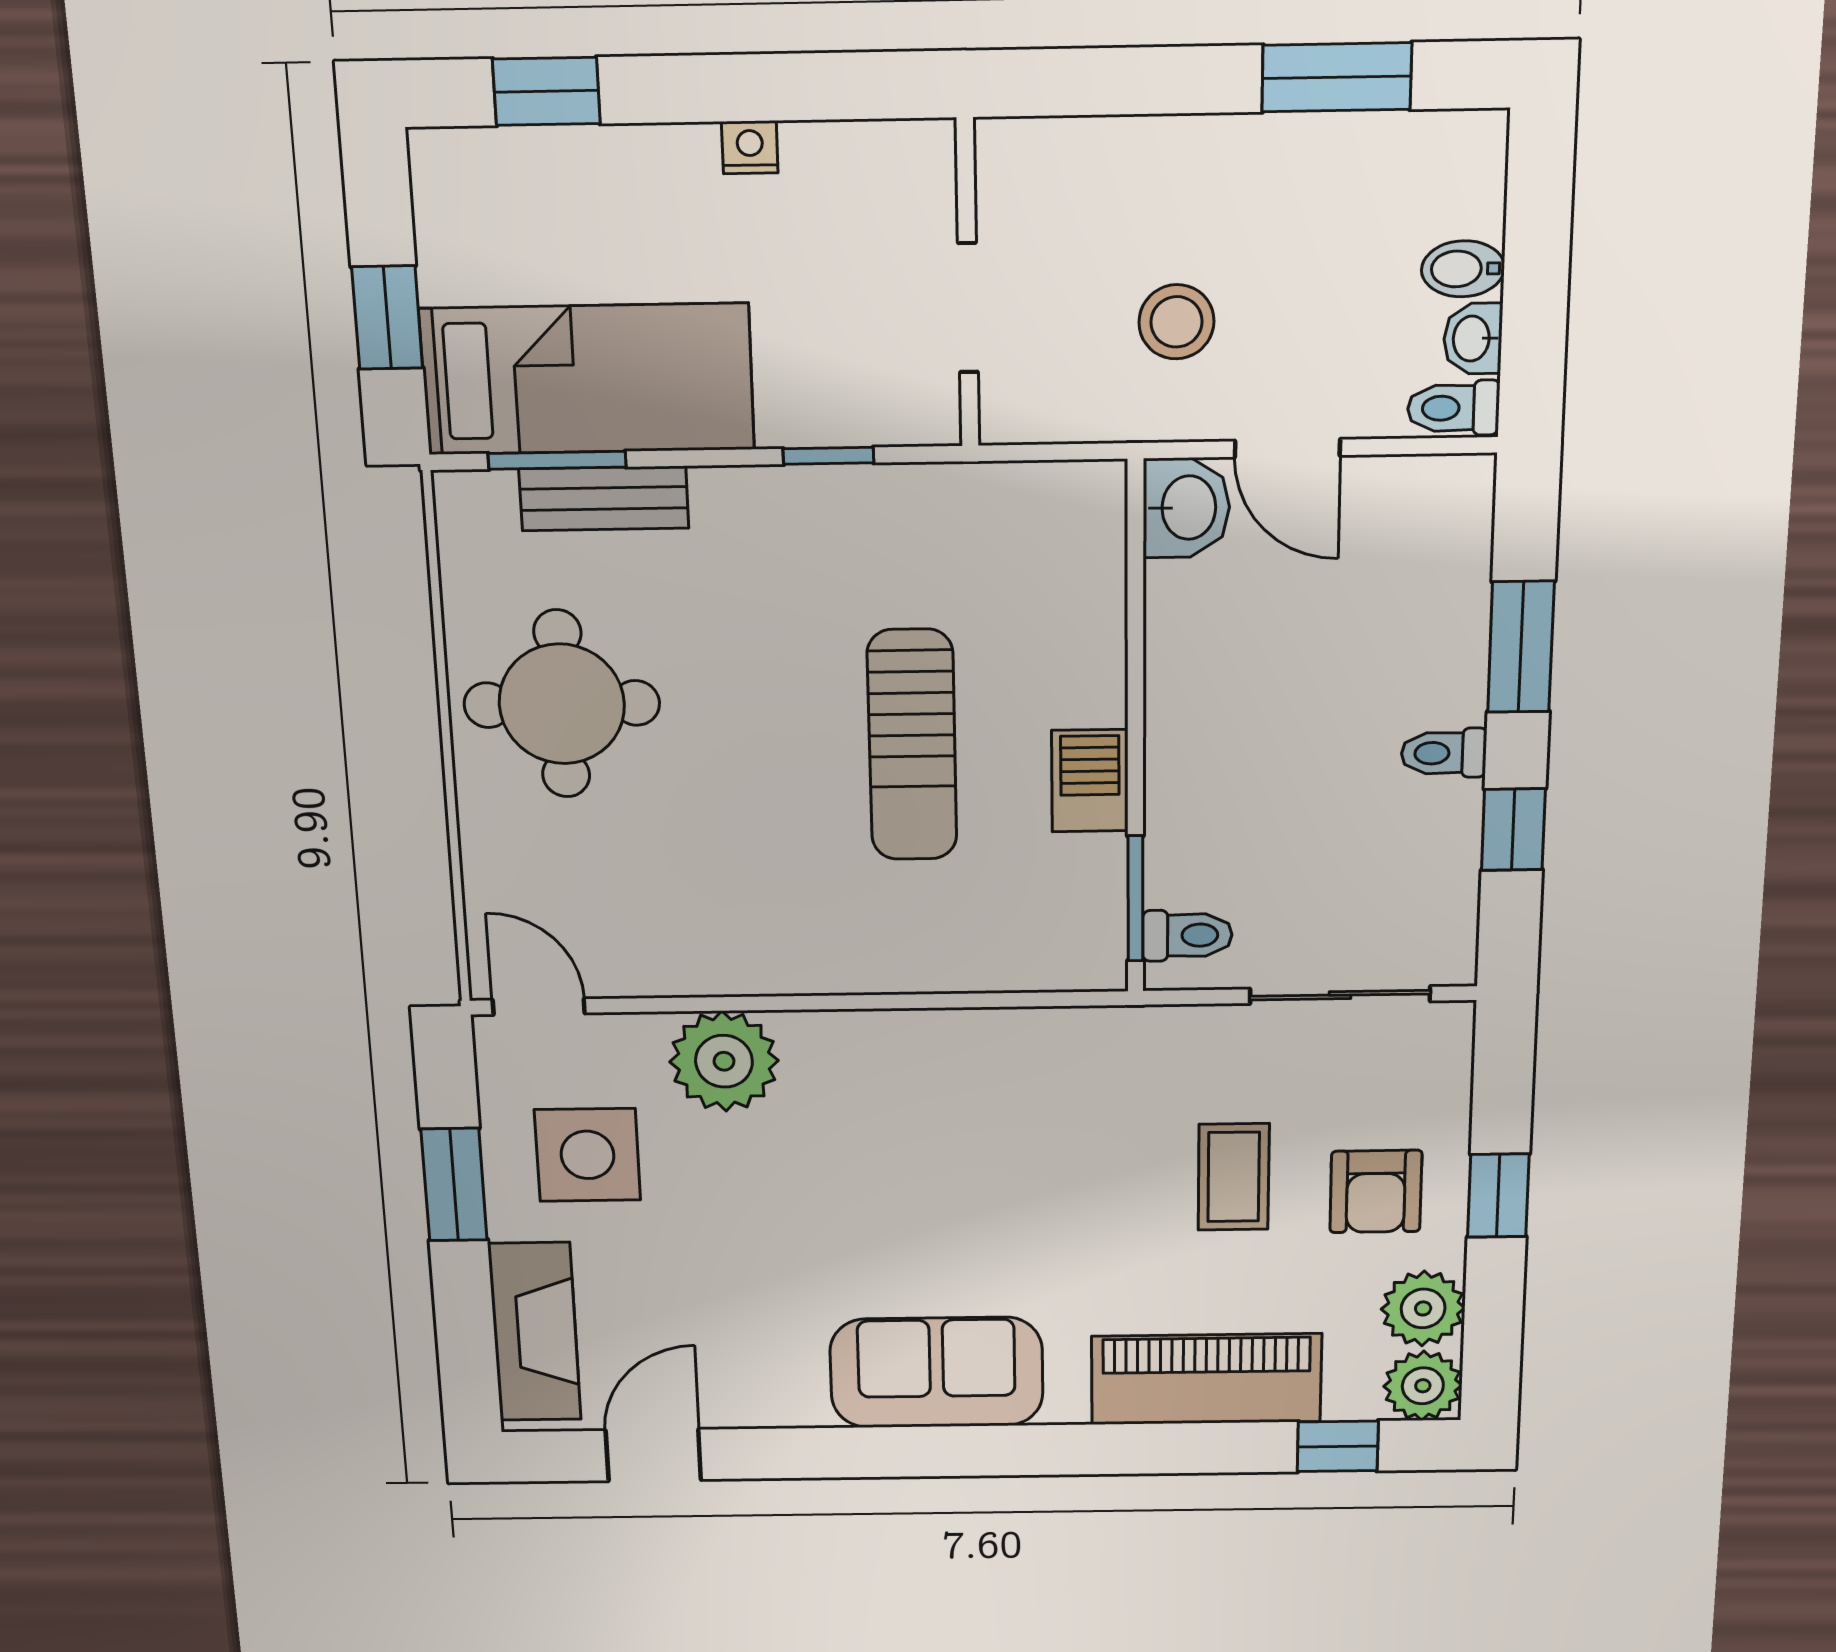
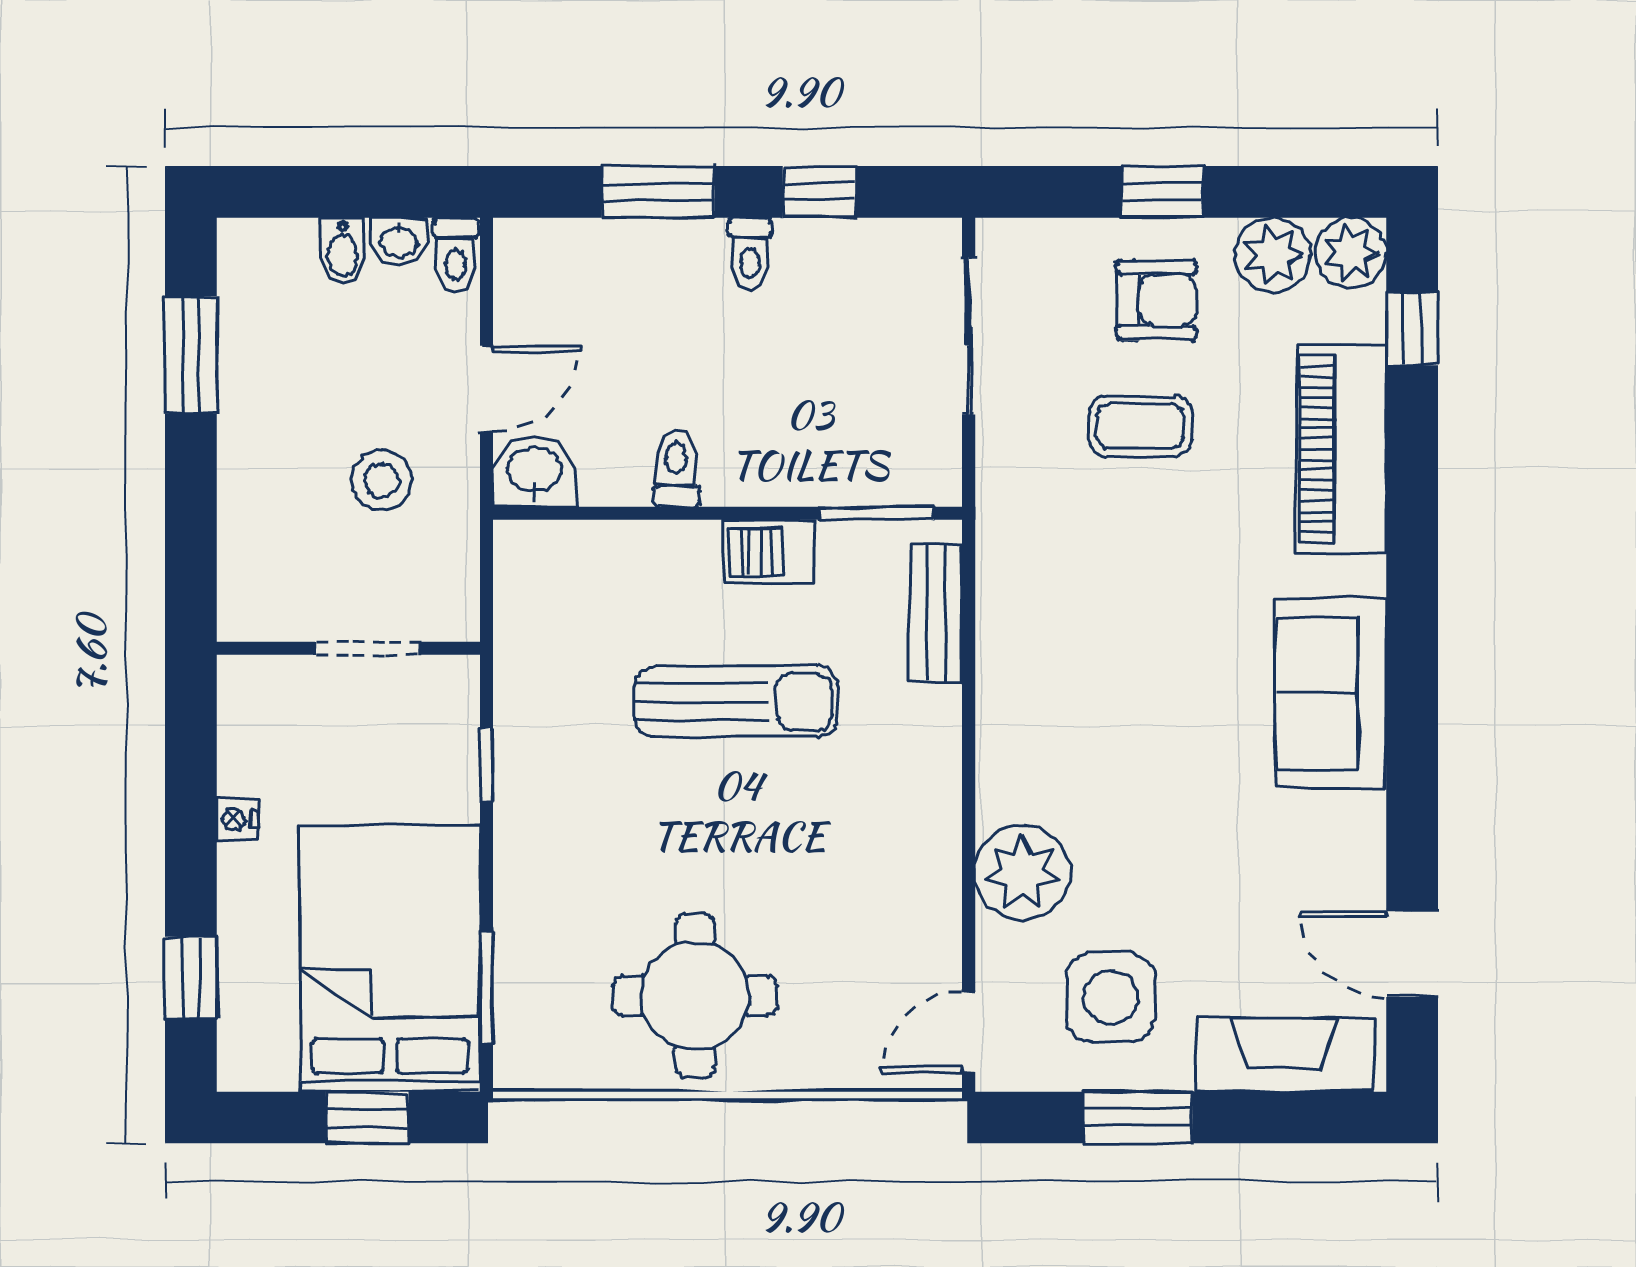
bed: (587, 379) -> (390, 958), width x1.50
bench: (604, 498) -> (936, 613), moved
toilet: (1187, 935) -> (676, 469), moved

